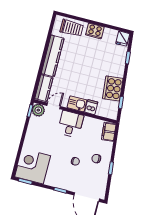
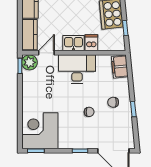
desk: (71, 124) -> (77, 69), width x1.37

